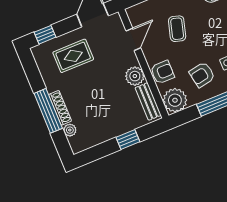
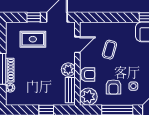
window: (45, 35) -> (34, 17), moved
armchair: (202, 75) -> (113, 87), turned -80

